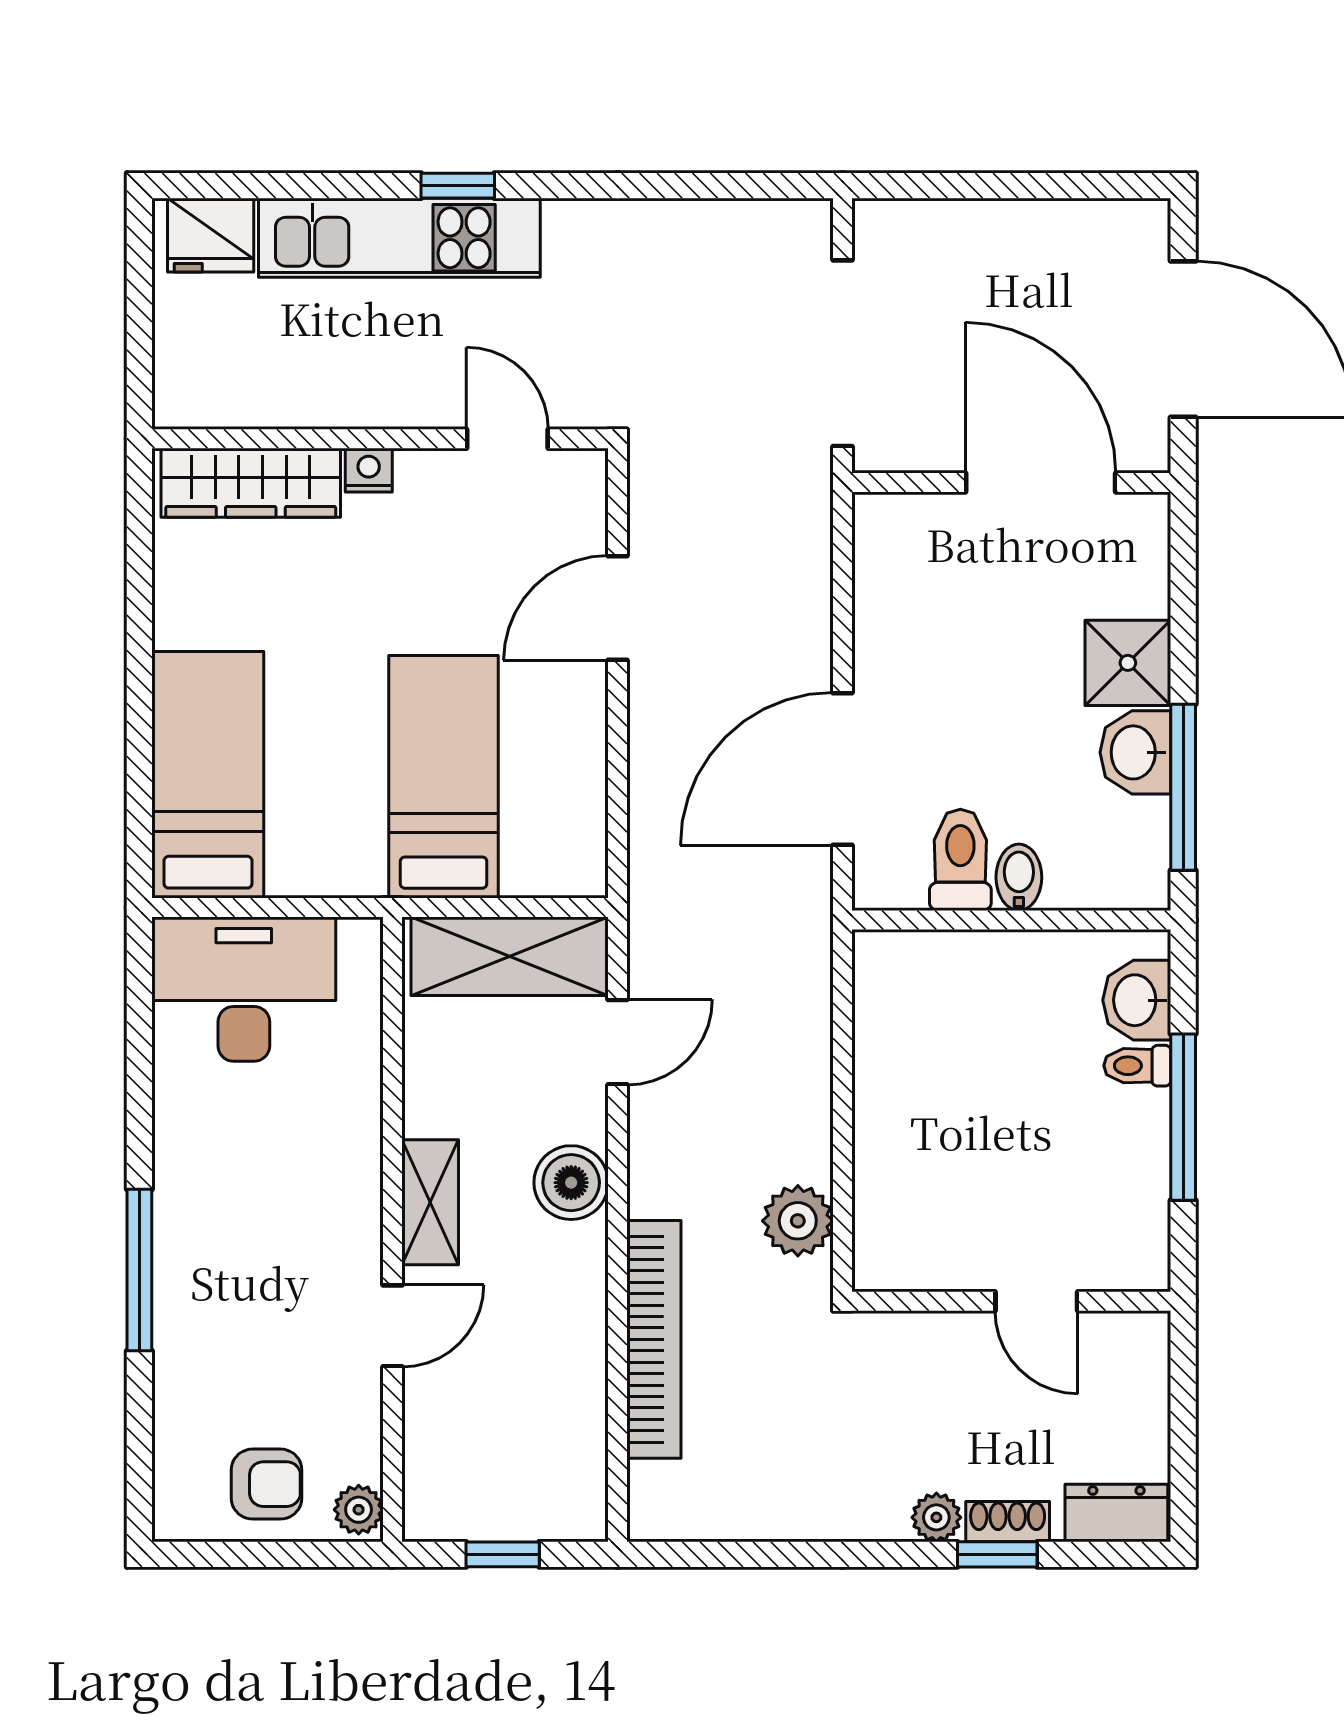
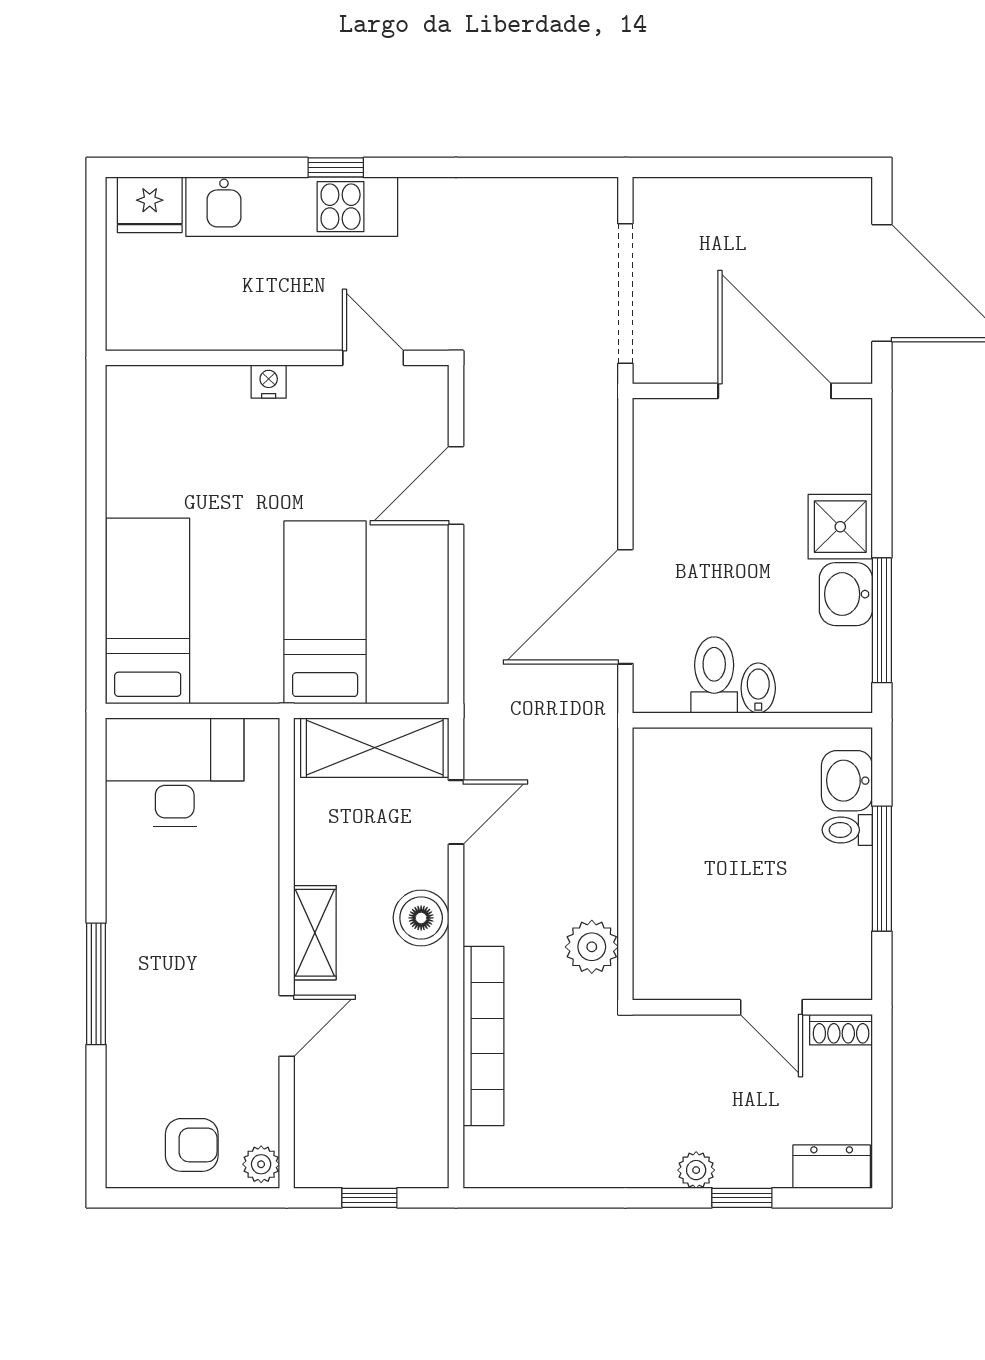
wardrobe: (251, 483) -> (180, 391), removed
shoe rack: (1008, 1522) -> (841, 1030), moved, turned 180

